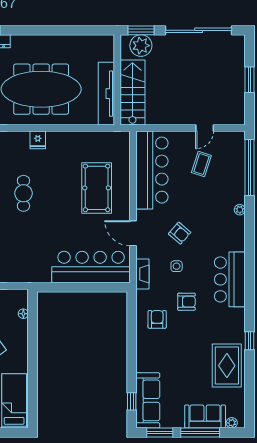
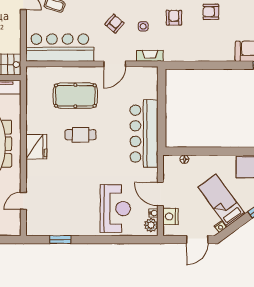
fridge: (38, 140) -> (36, 147), width x1.88, depth x1.34
cafe table: (23, 193) -> (81, 135), moved
bar counter: (91, 267) -> (144, 134), moved
armchair: (157, 319) -> (211, 12), moved

